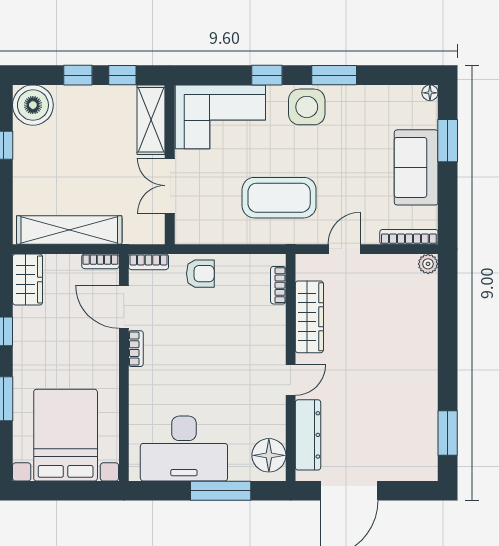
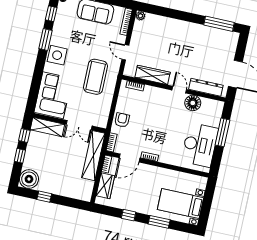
window: (267, 75) -> (51, 14), moved
shelving: (69, 230) -> (93, 156), moved
wardrobe: (28, 279) -> (105, 186), moved, turned 90
window: (448, 433) -> (219, 24), width x1.44
bed with nightstands: (66, 435) -> (180, 204), width x0.73
floor lamp: (269, 455) -> (193, 103), moved

